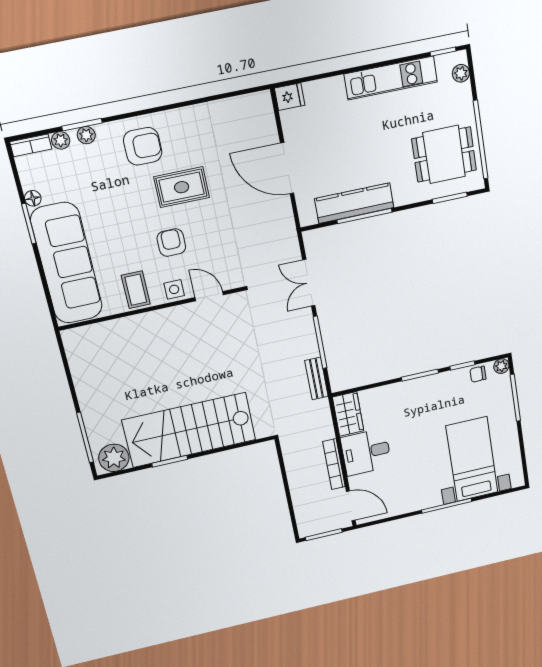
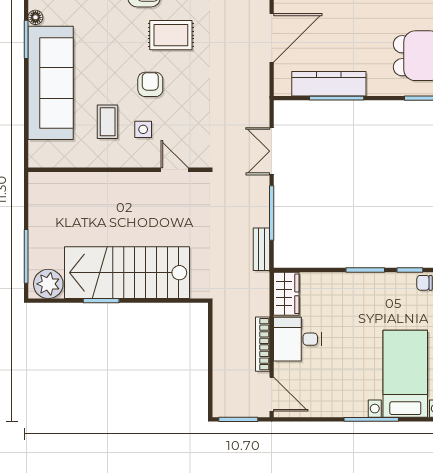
door: (287, 168) -> (272, 38), swing flipped
door: (209, 296) -> (174, 170), moved
wall: (152, 309) -> (118, 170), moved

